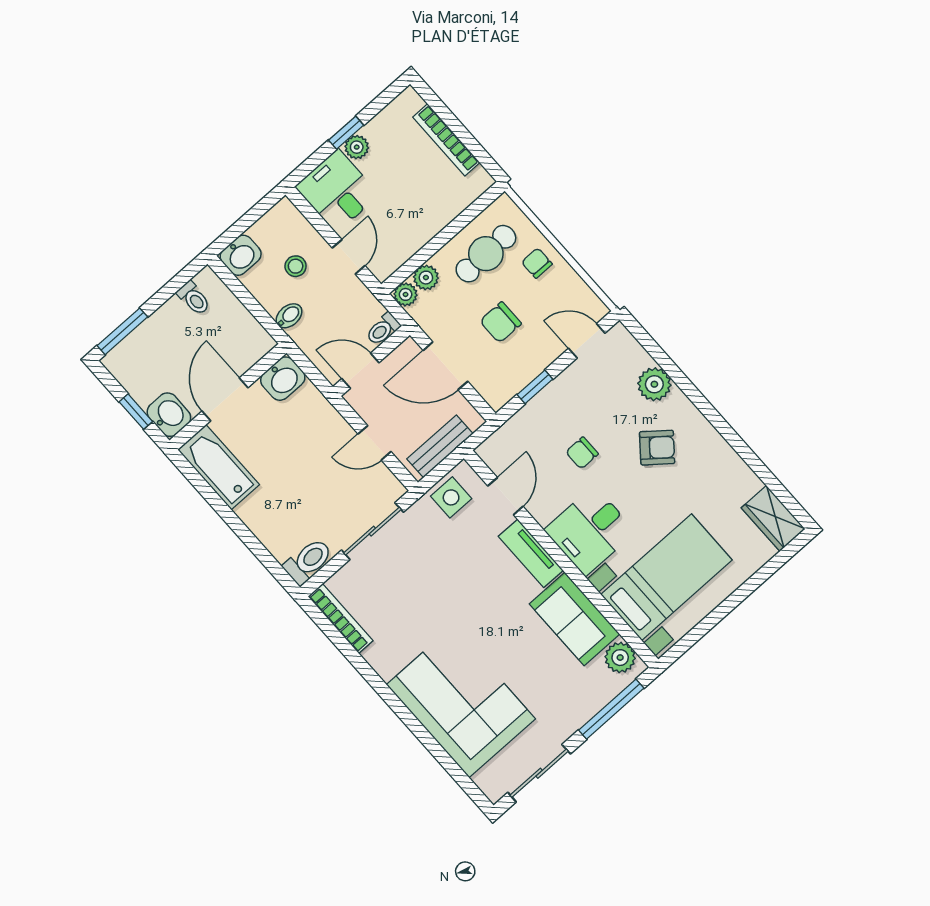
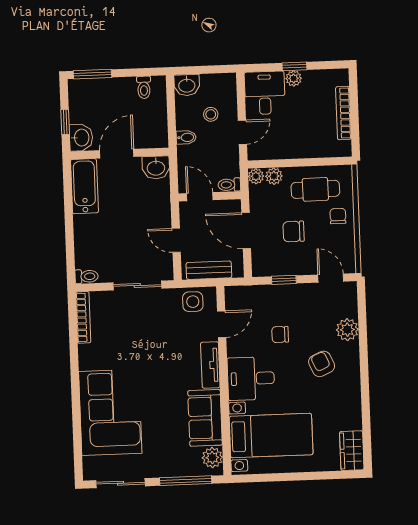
armchair: (657, 448) -> (322, 364), turned -153
toilet: (308, 561) -> (87, 276), width x0.73, depth x0.72

